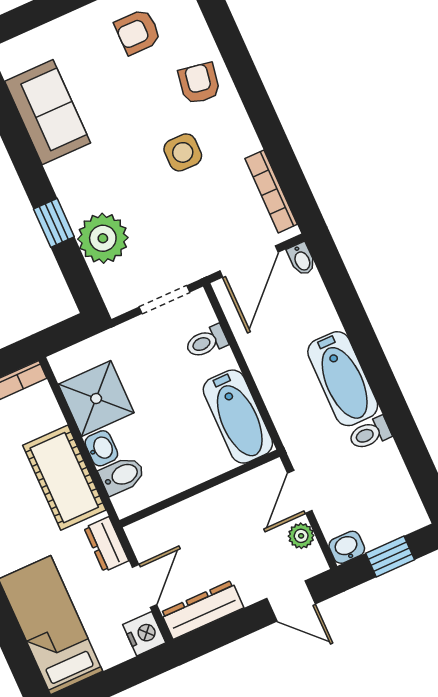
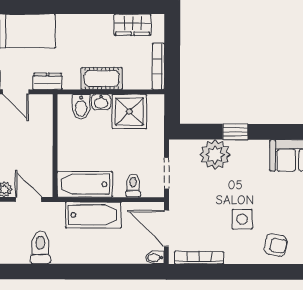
bathtub: (343, 379) -> (93, 215), moved, turned 180
toilet: (370, 434) -> (40, 247), width x1.37, depth x1.39
cot: (64, 478) -> (102, 78), width x0.73, depth x0.75

